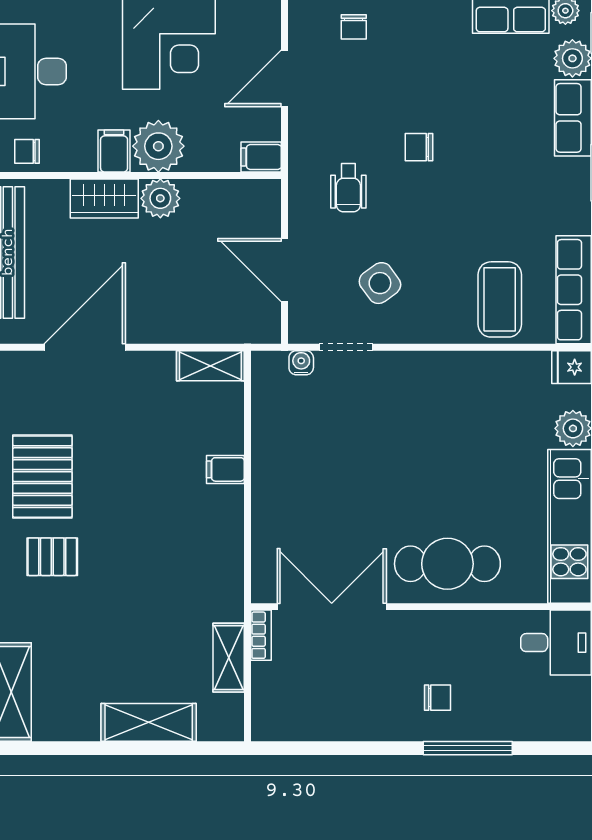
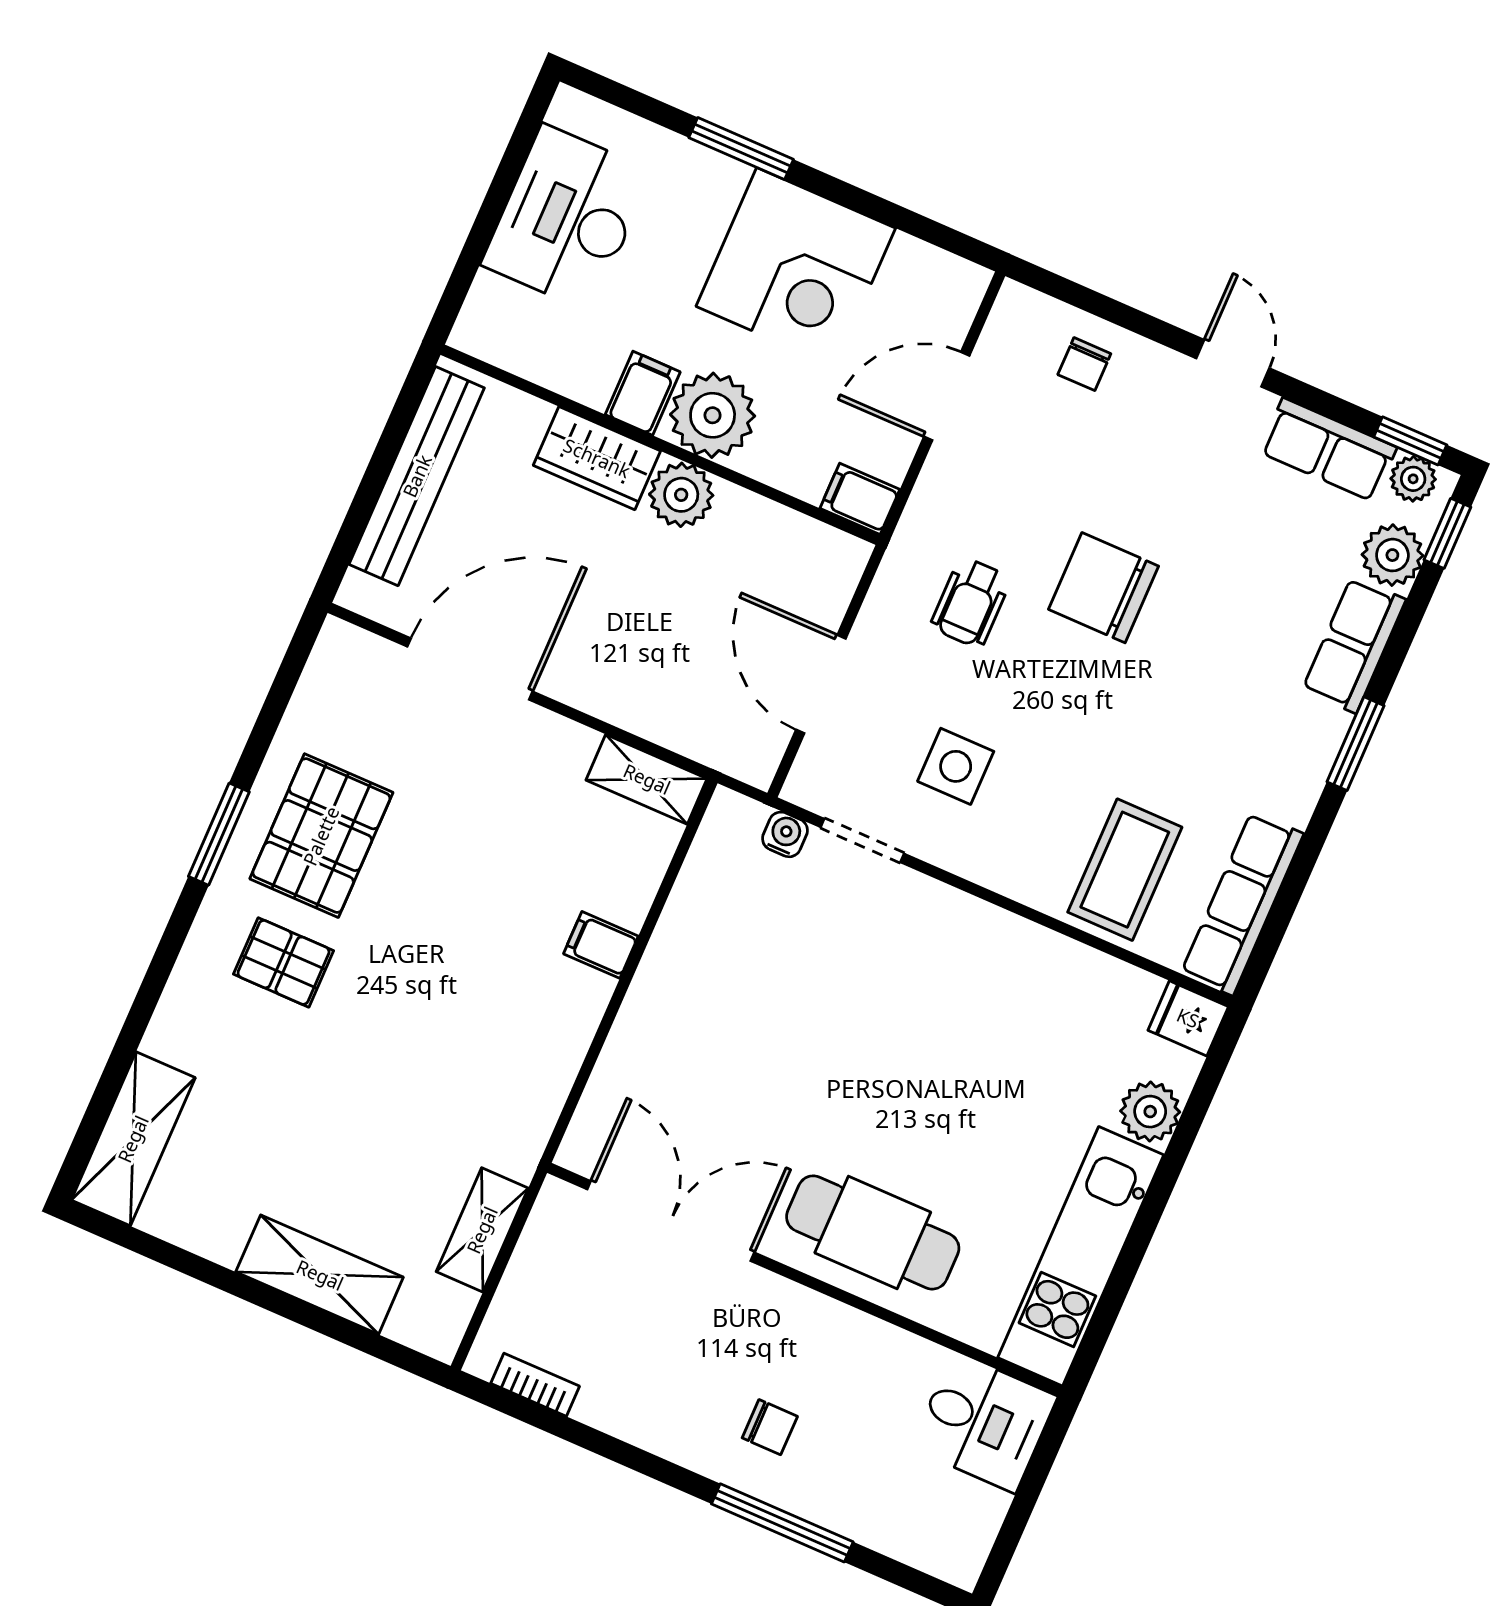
chair: (419, 147) -> (1104, 588), width x1.87, depth x1.87
chair: (27, 151) -> (512, 337), removed
side table: (380, 283) -> (956, 766), turned 36
bookcase: (261, 635) -> (535, 1385), moved, turned -90

